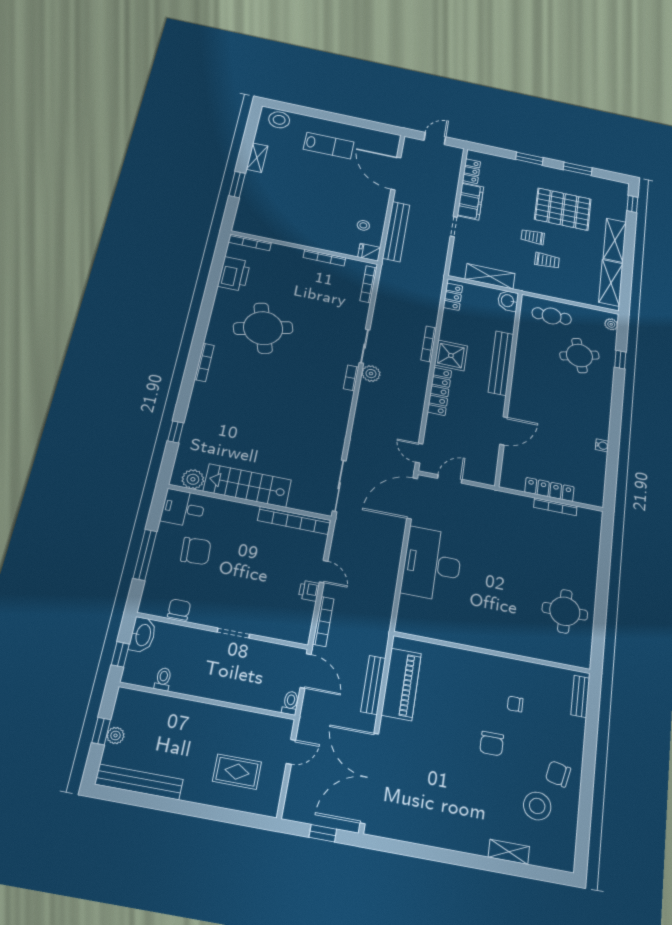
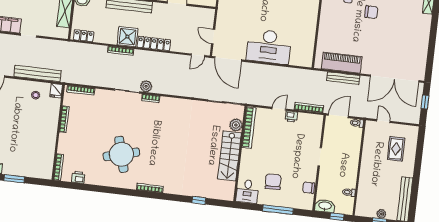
printer: (234, 274) -> (78, 177), width x0.53, depth x0.68
plant: (193, 479) -> (236, 125), moved

